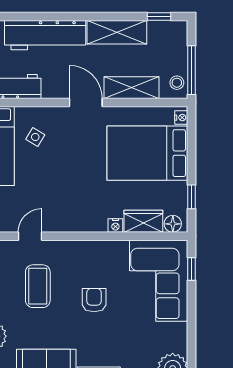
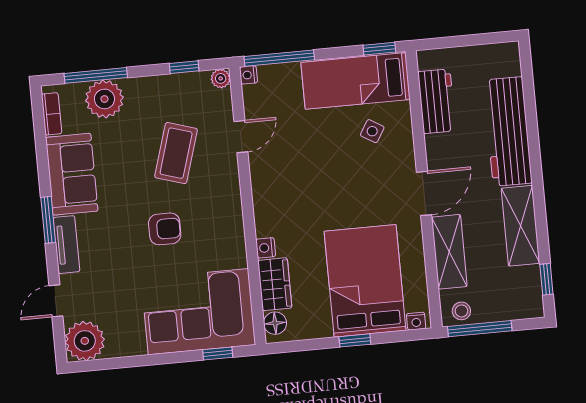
window: (192, 197) -> (355, 340), moved
door: (30, 236) -> (241, 137), hinge flipped
coffee table: (38, 286) -> (176, 153), turned -73

